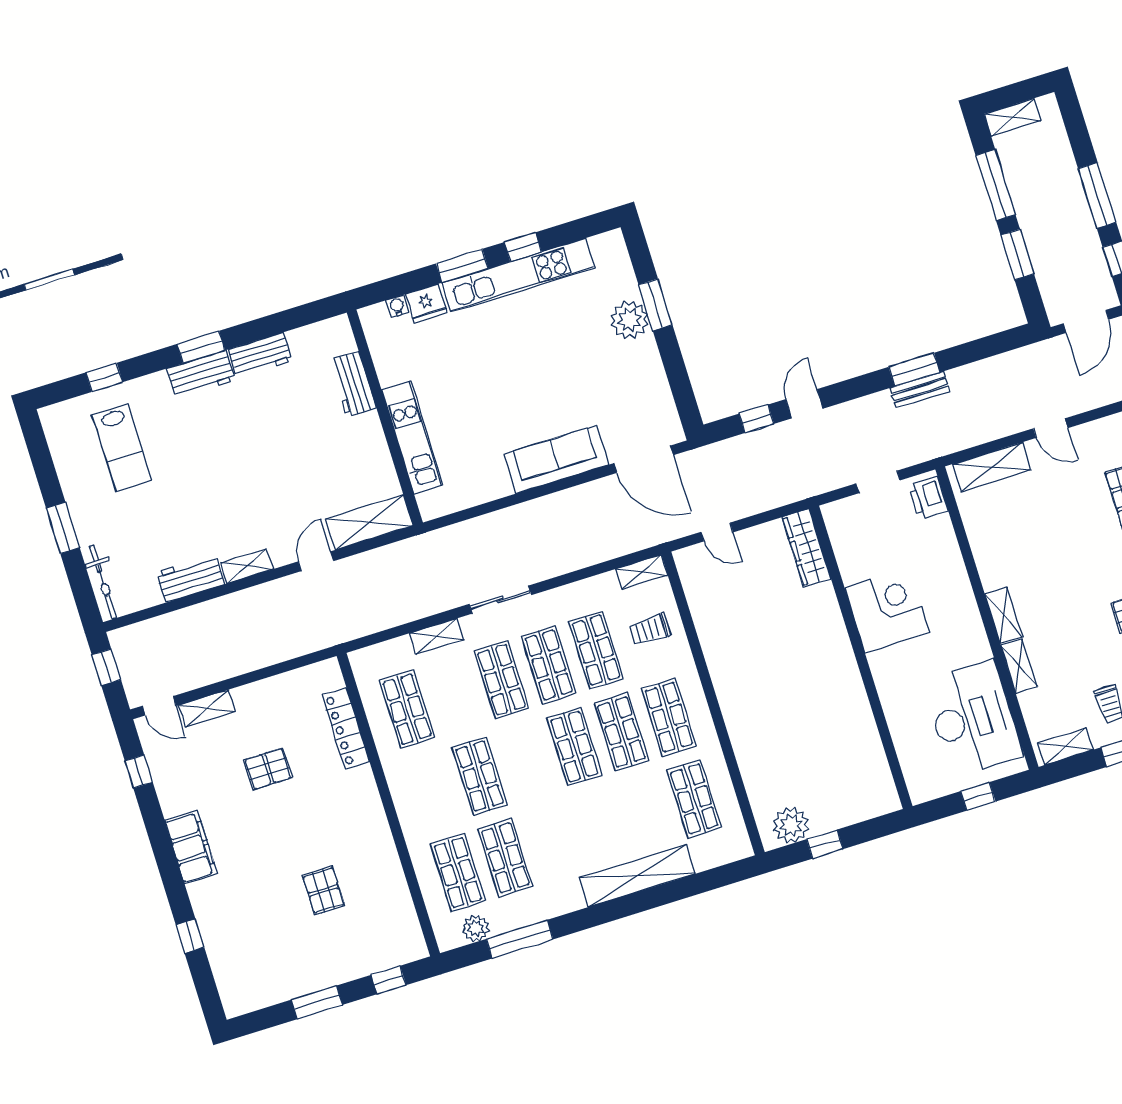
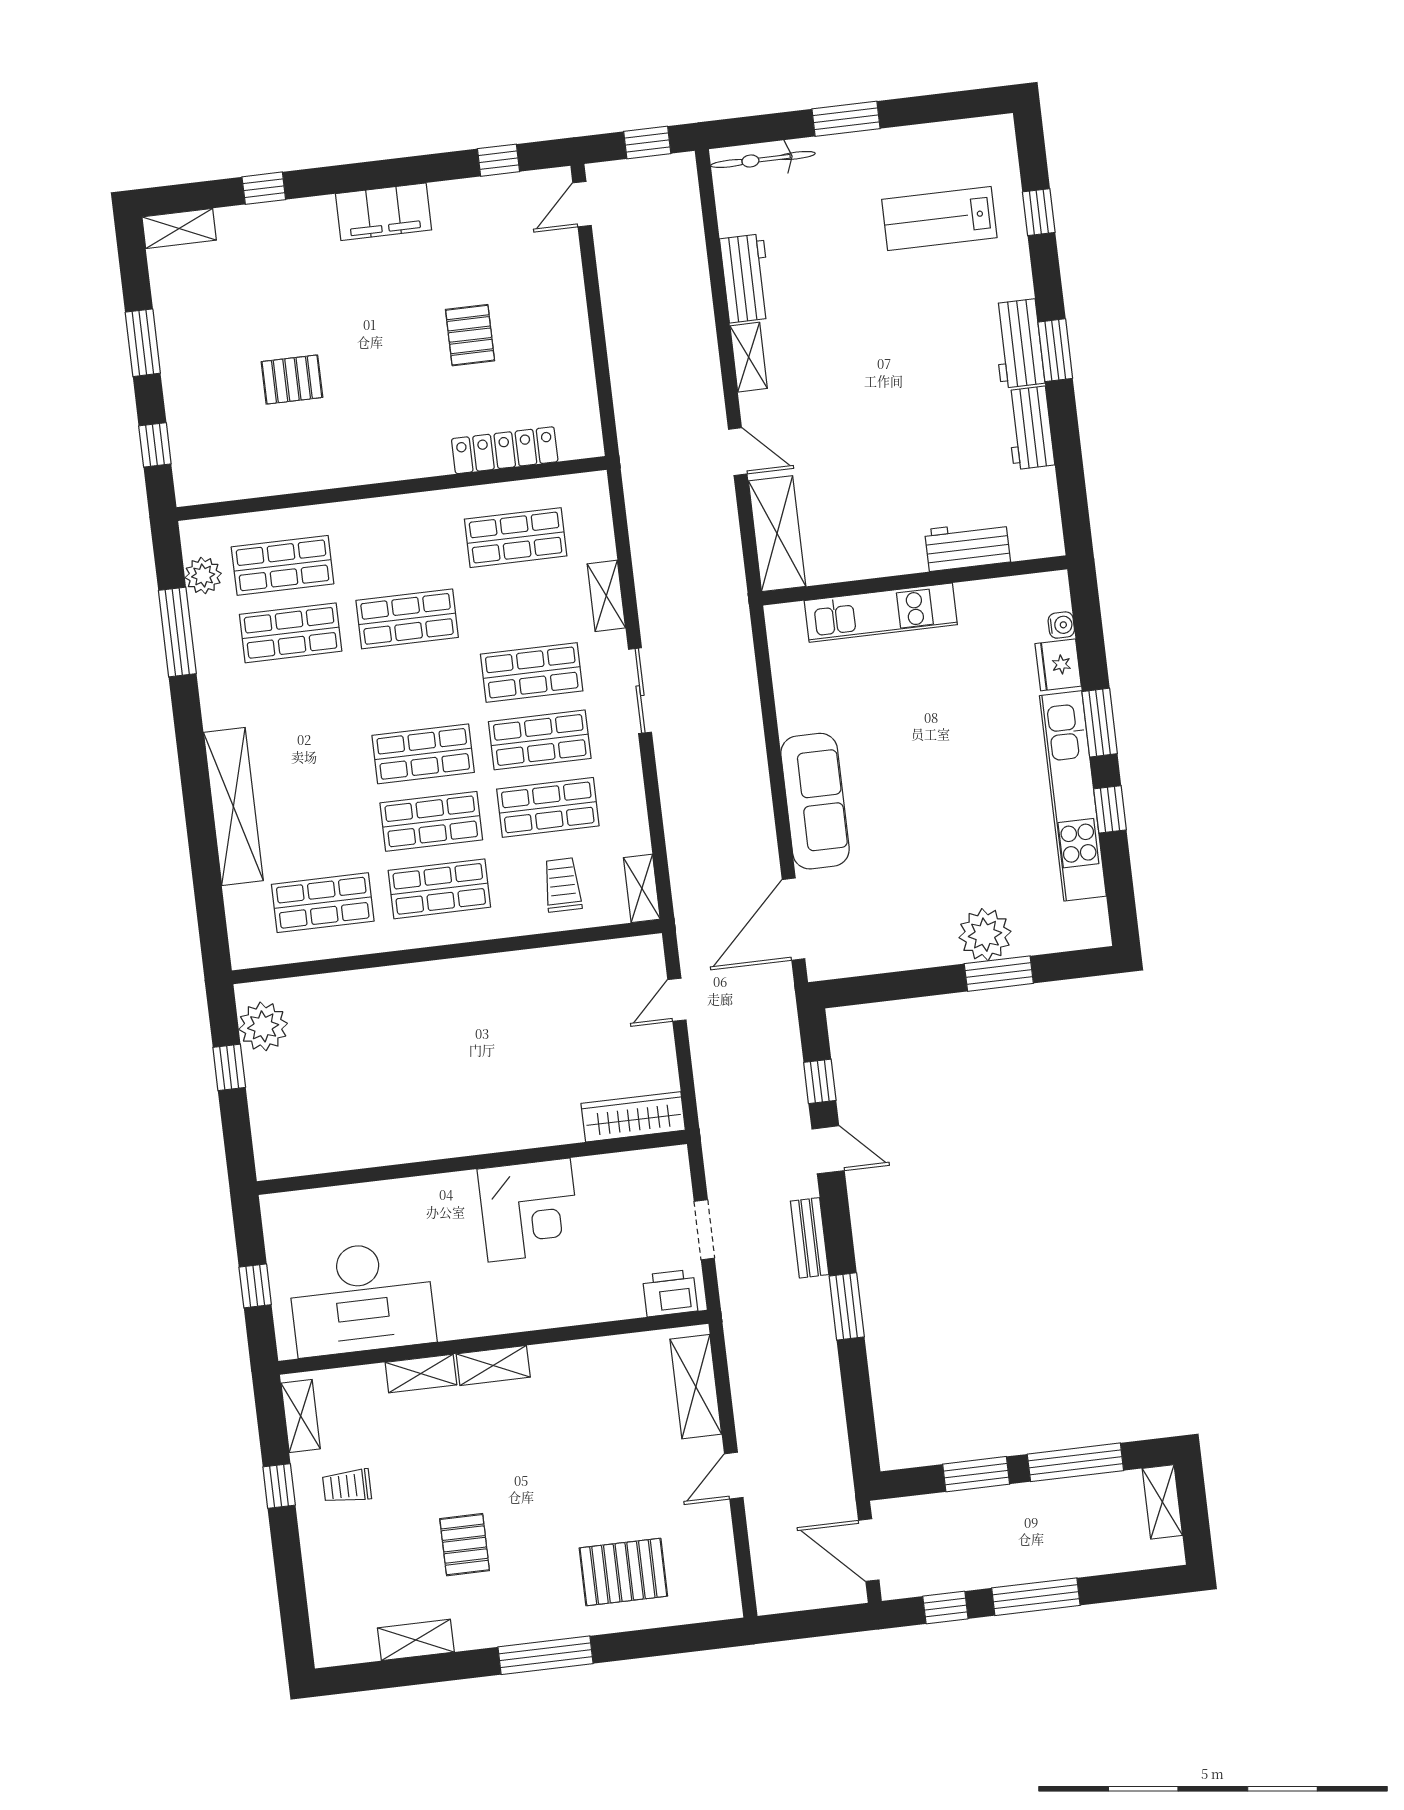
bench: (920, 390) -> (810, 1238), moved
shelving: (207, 709) -> (179, 228), moved, turned 90

